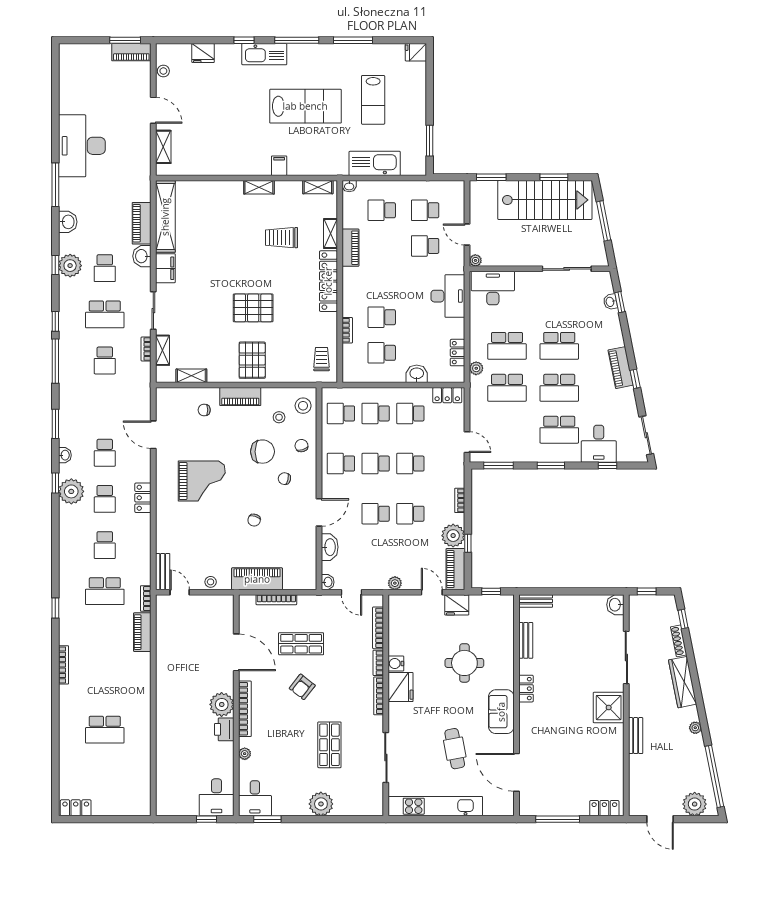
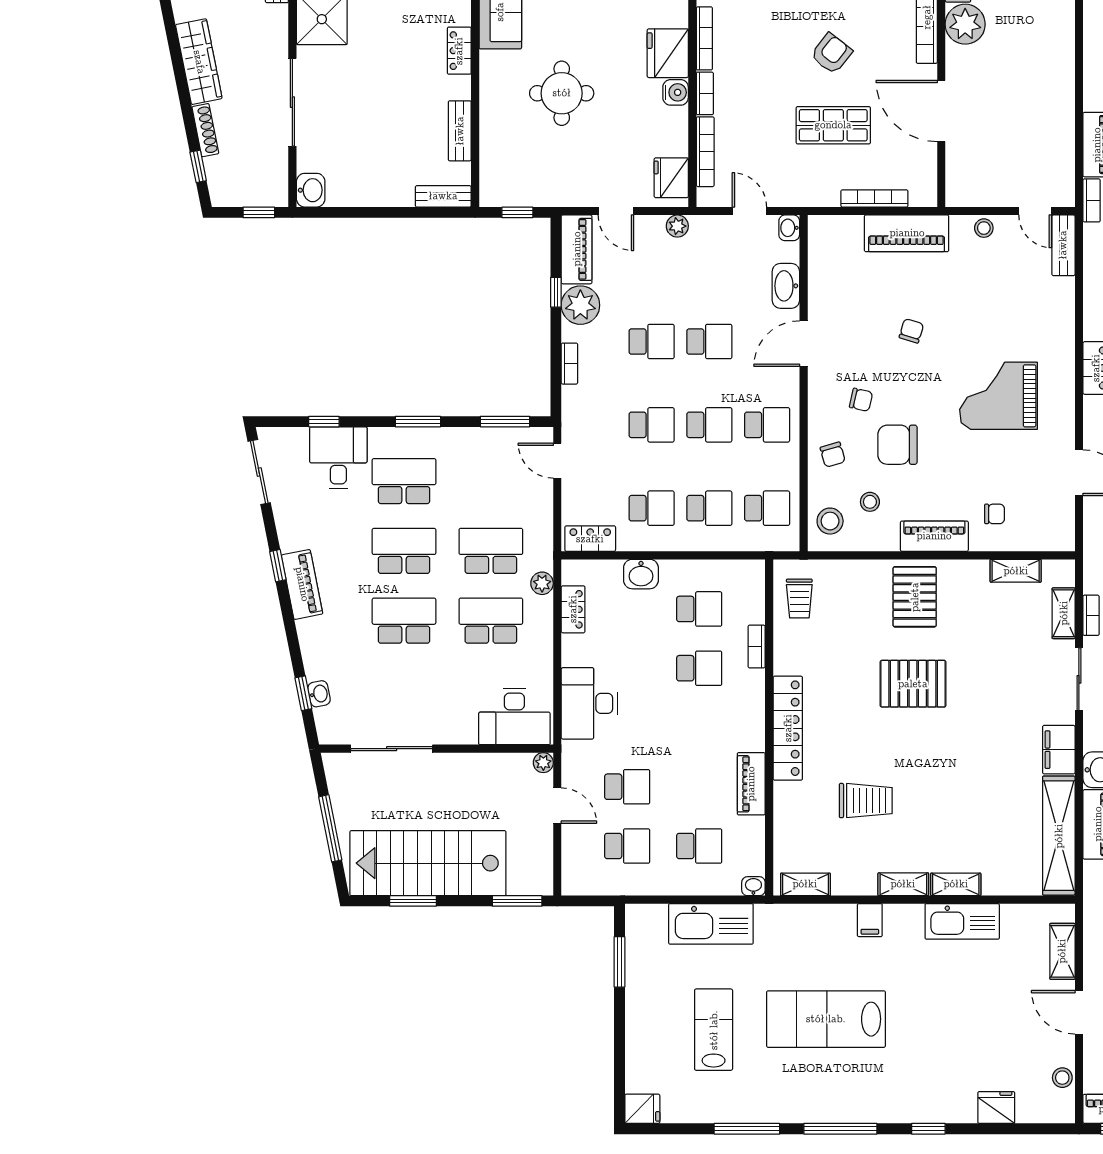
kitchen sink: (264, 54) -> (962, 921), moved, turned 180
shelving: (331, 234) -> (956, 884), moved, turned 90
fridge: (457, 605) -> (671, 178), moved, turned -90

